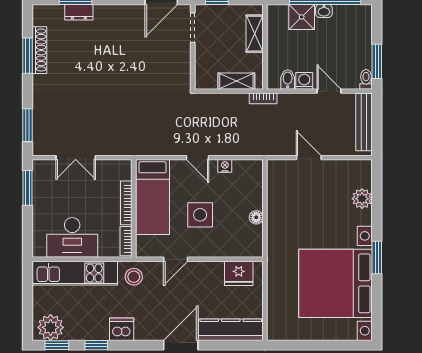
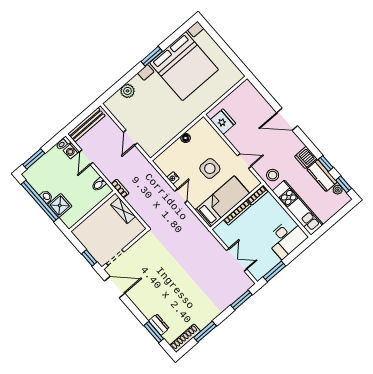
shelving: (255, 34) -> (90, 223), removed
shoe rack: (39, 50) -> (185, 338), moved
window: (377, 61) -> (34, 159), moved
washing machine: (304, 81) -> (71, 151), moved
desk: (72, 237) -> (286, 238), moved, turned 90
plant: (51, 327) -> (338, 190), width x0.53, depth x0.53
kitchen counter: (231, 330) -> (322, 176), moved, width x0.67

